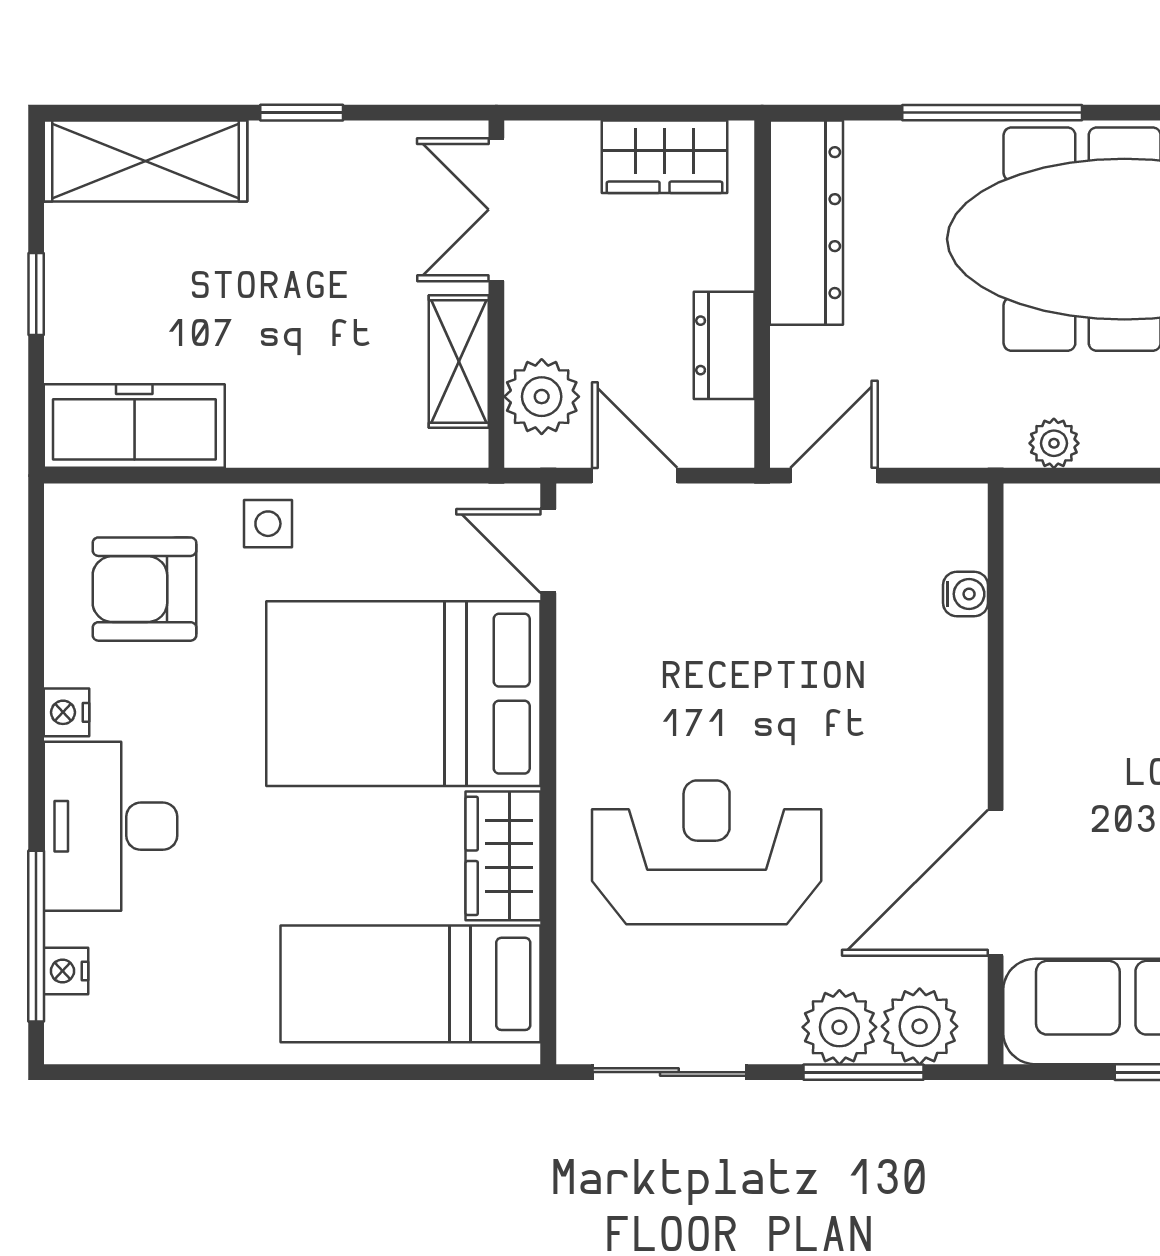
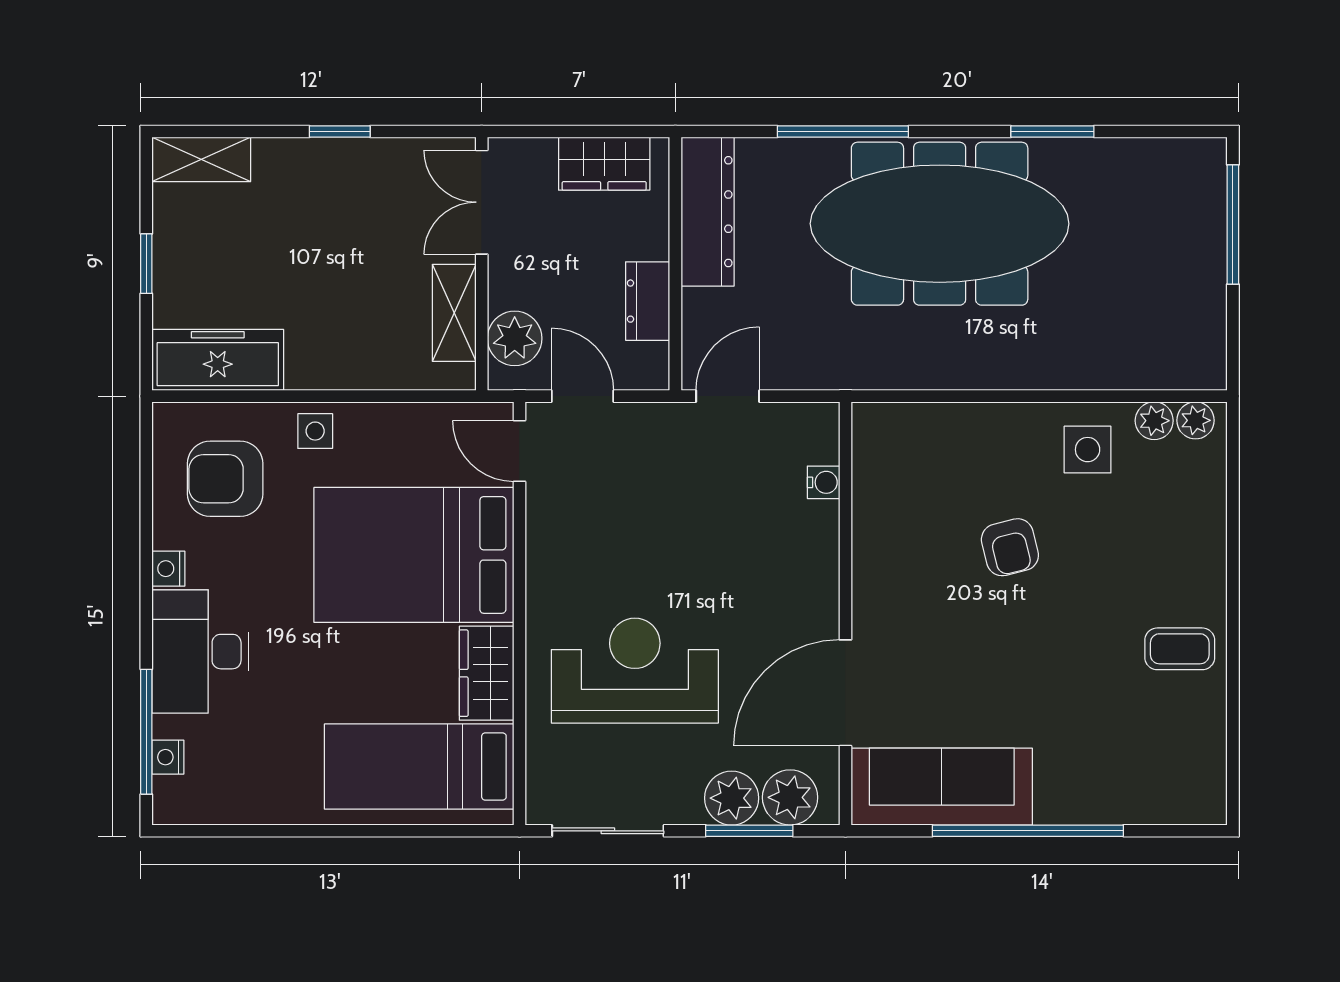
shelving: (146, 161) -> (201, 159), width x0.67, depth x0.75
plant: (1054, 443) -> (888, 372), removed

